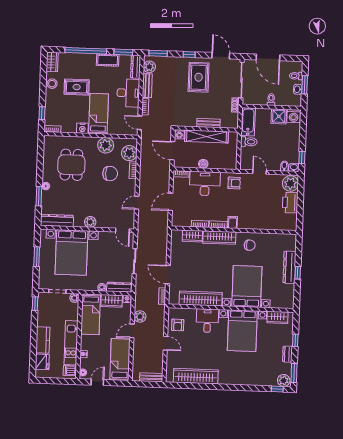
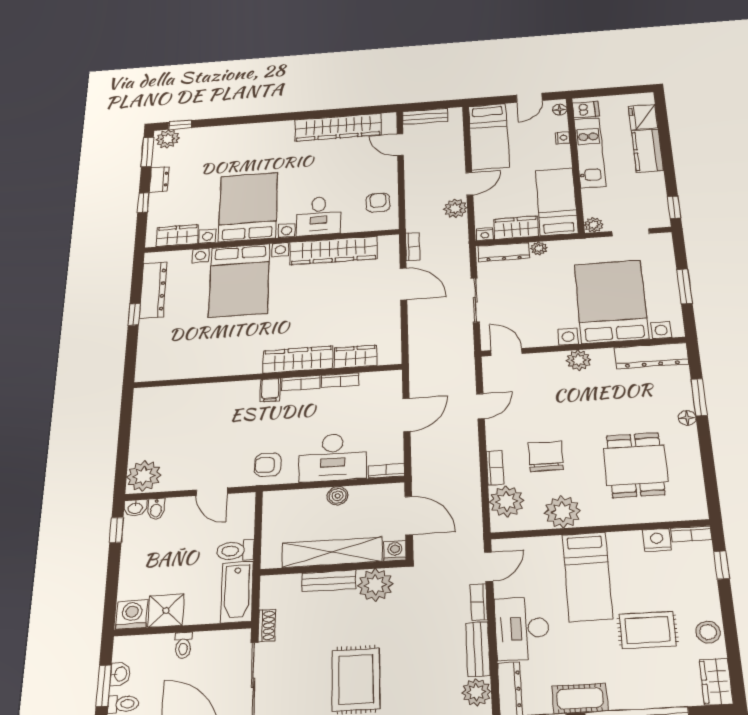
plant: (189, 119) -> (375, 585), added
door: (140, 123) -> (489, 566), hinge flipped
nightstand: (82, 128) -> (657, 540), moved
chair: (110, 174) -> (546, 456), turned 90
printer: (290, 203) -> (146, 439), removed
chair: (250, 245) -> (233, 352), removed
dresser: (289, 267) -> (153, 290), moved
door: (165, 343) -> (400, 144), moved

